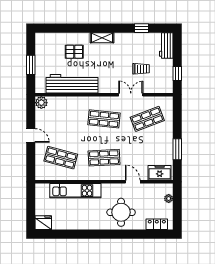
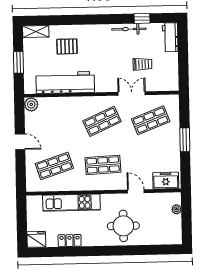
bicycle: (130, 37) -> (129, 29), added
shelving: (102, 38) -> (36, 31), moved
window: (177, 73) -> (183, 68), removed
shop shelf: (104, 119) -> (102, 121), turned -30
window: (177, 149) -> (185, 140), moved
shop shelf: (61, 158) -> (54, 166), turned -33
locker: (157, 224) -> (70, 241), moved

